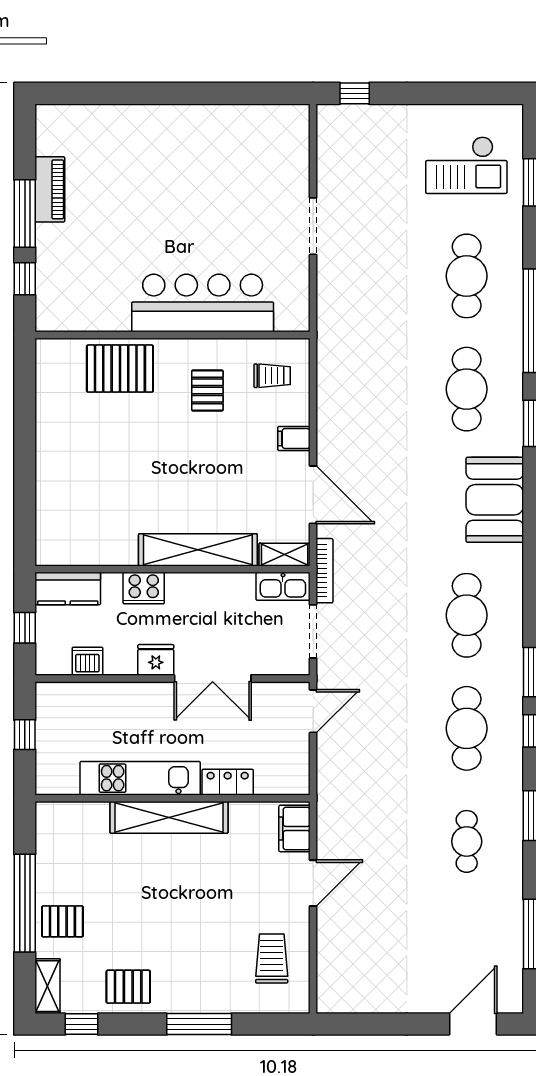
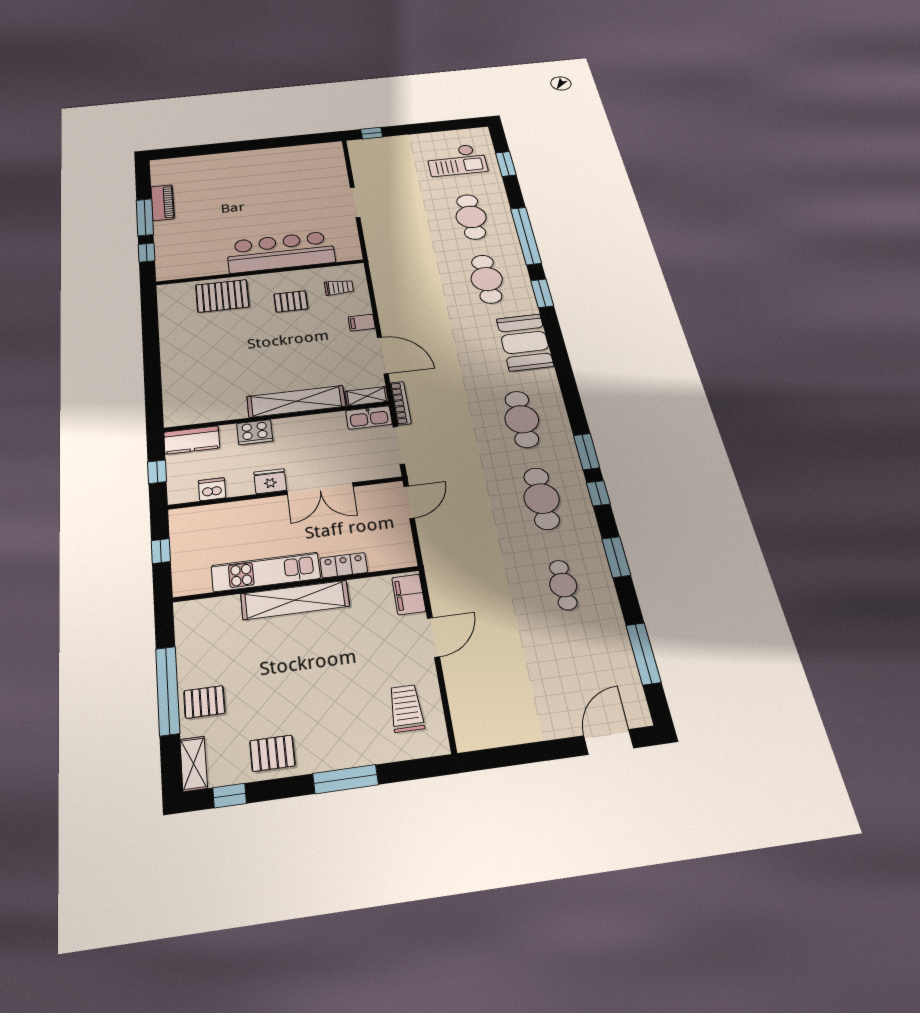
pallet: (207, 391) -> (291, 301), turned 90

